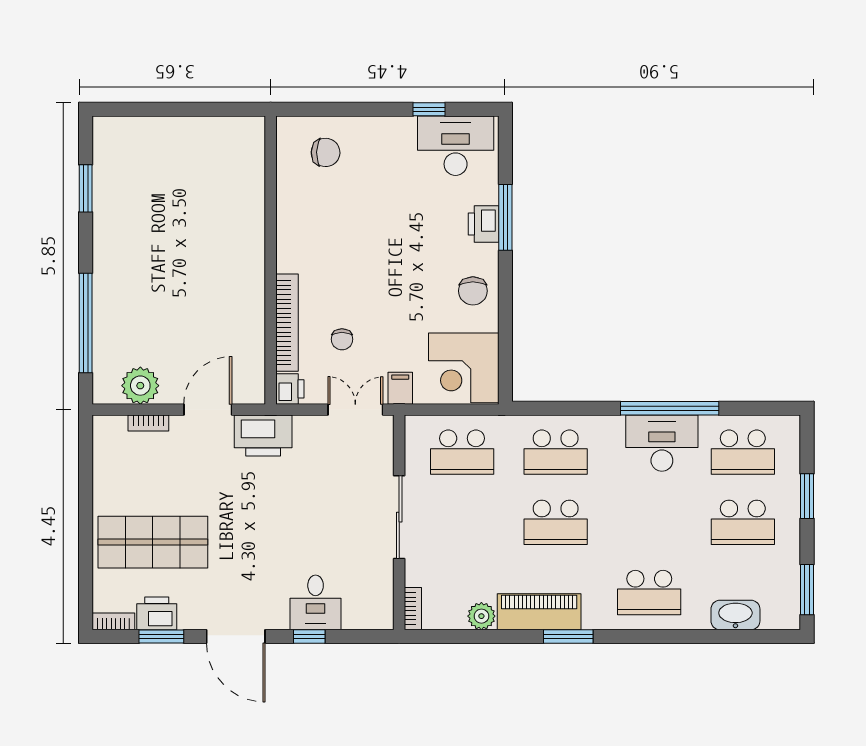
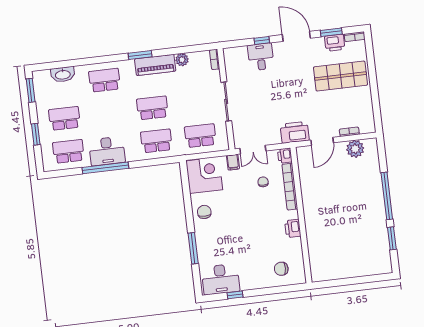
printer: (484, 224) -> (293, 228), moved, turned 180
window: (86, 323) -> (387, 196), moved

